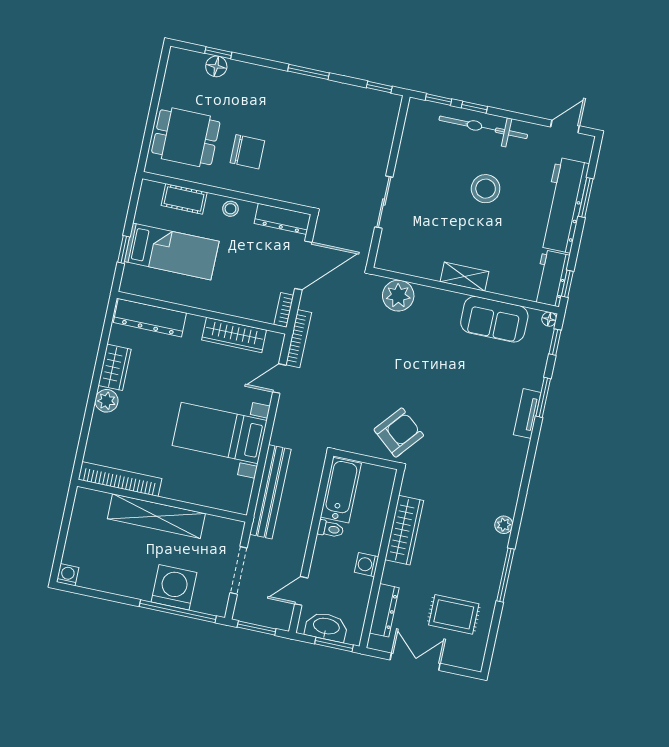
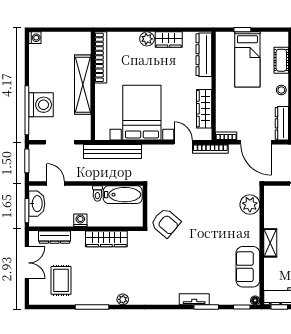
bed with nightstands: (220, 433) -> (142, 113), width x1.36

